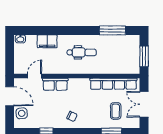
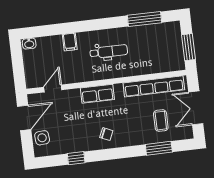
filing cabinet: (47, 41) -> (70, 42), width x0.50
row of seats: (55, 84) -> (97, 94), moved
door: (10, 96) -> (24, 118), hinge flipped

